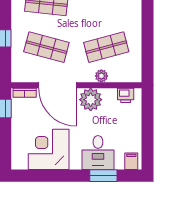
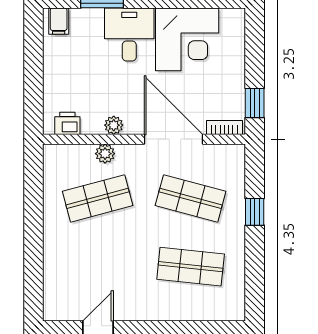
plant: (91, 100) -> (114, 125), width x0.53, depth x0.53
desk: (98, 153) -> (129, 35), moved

